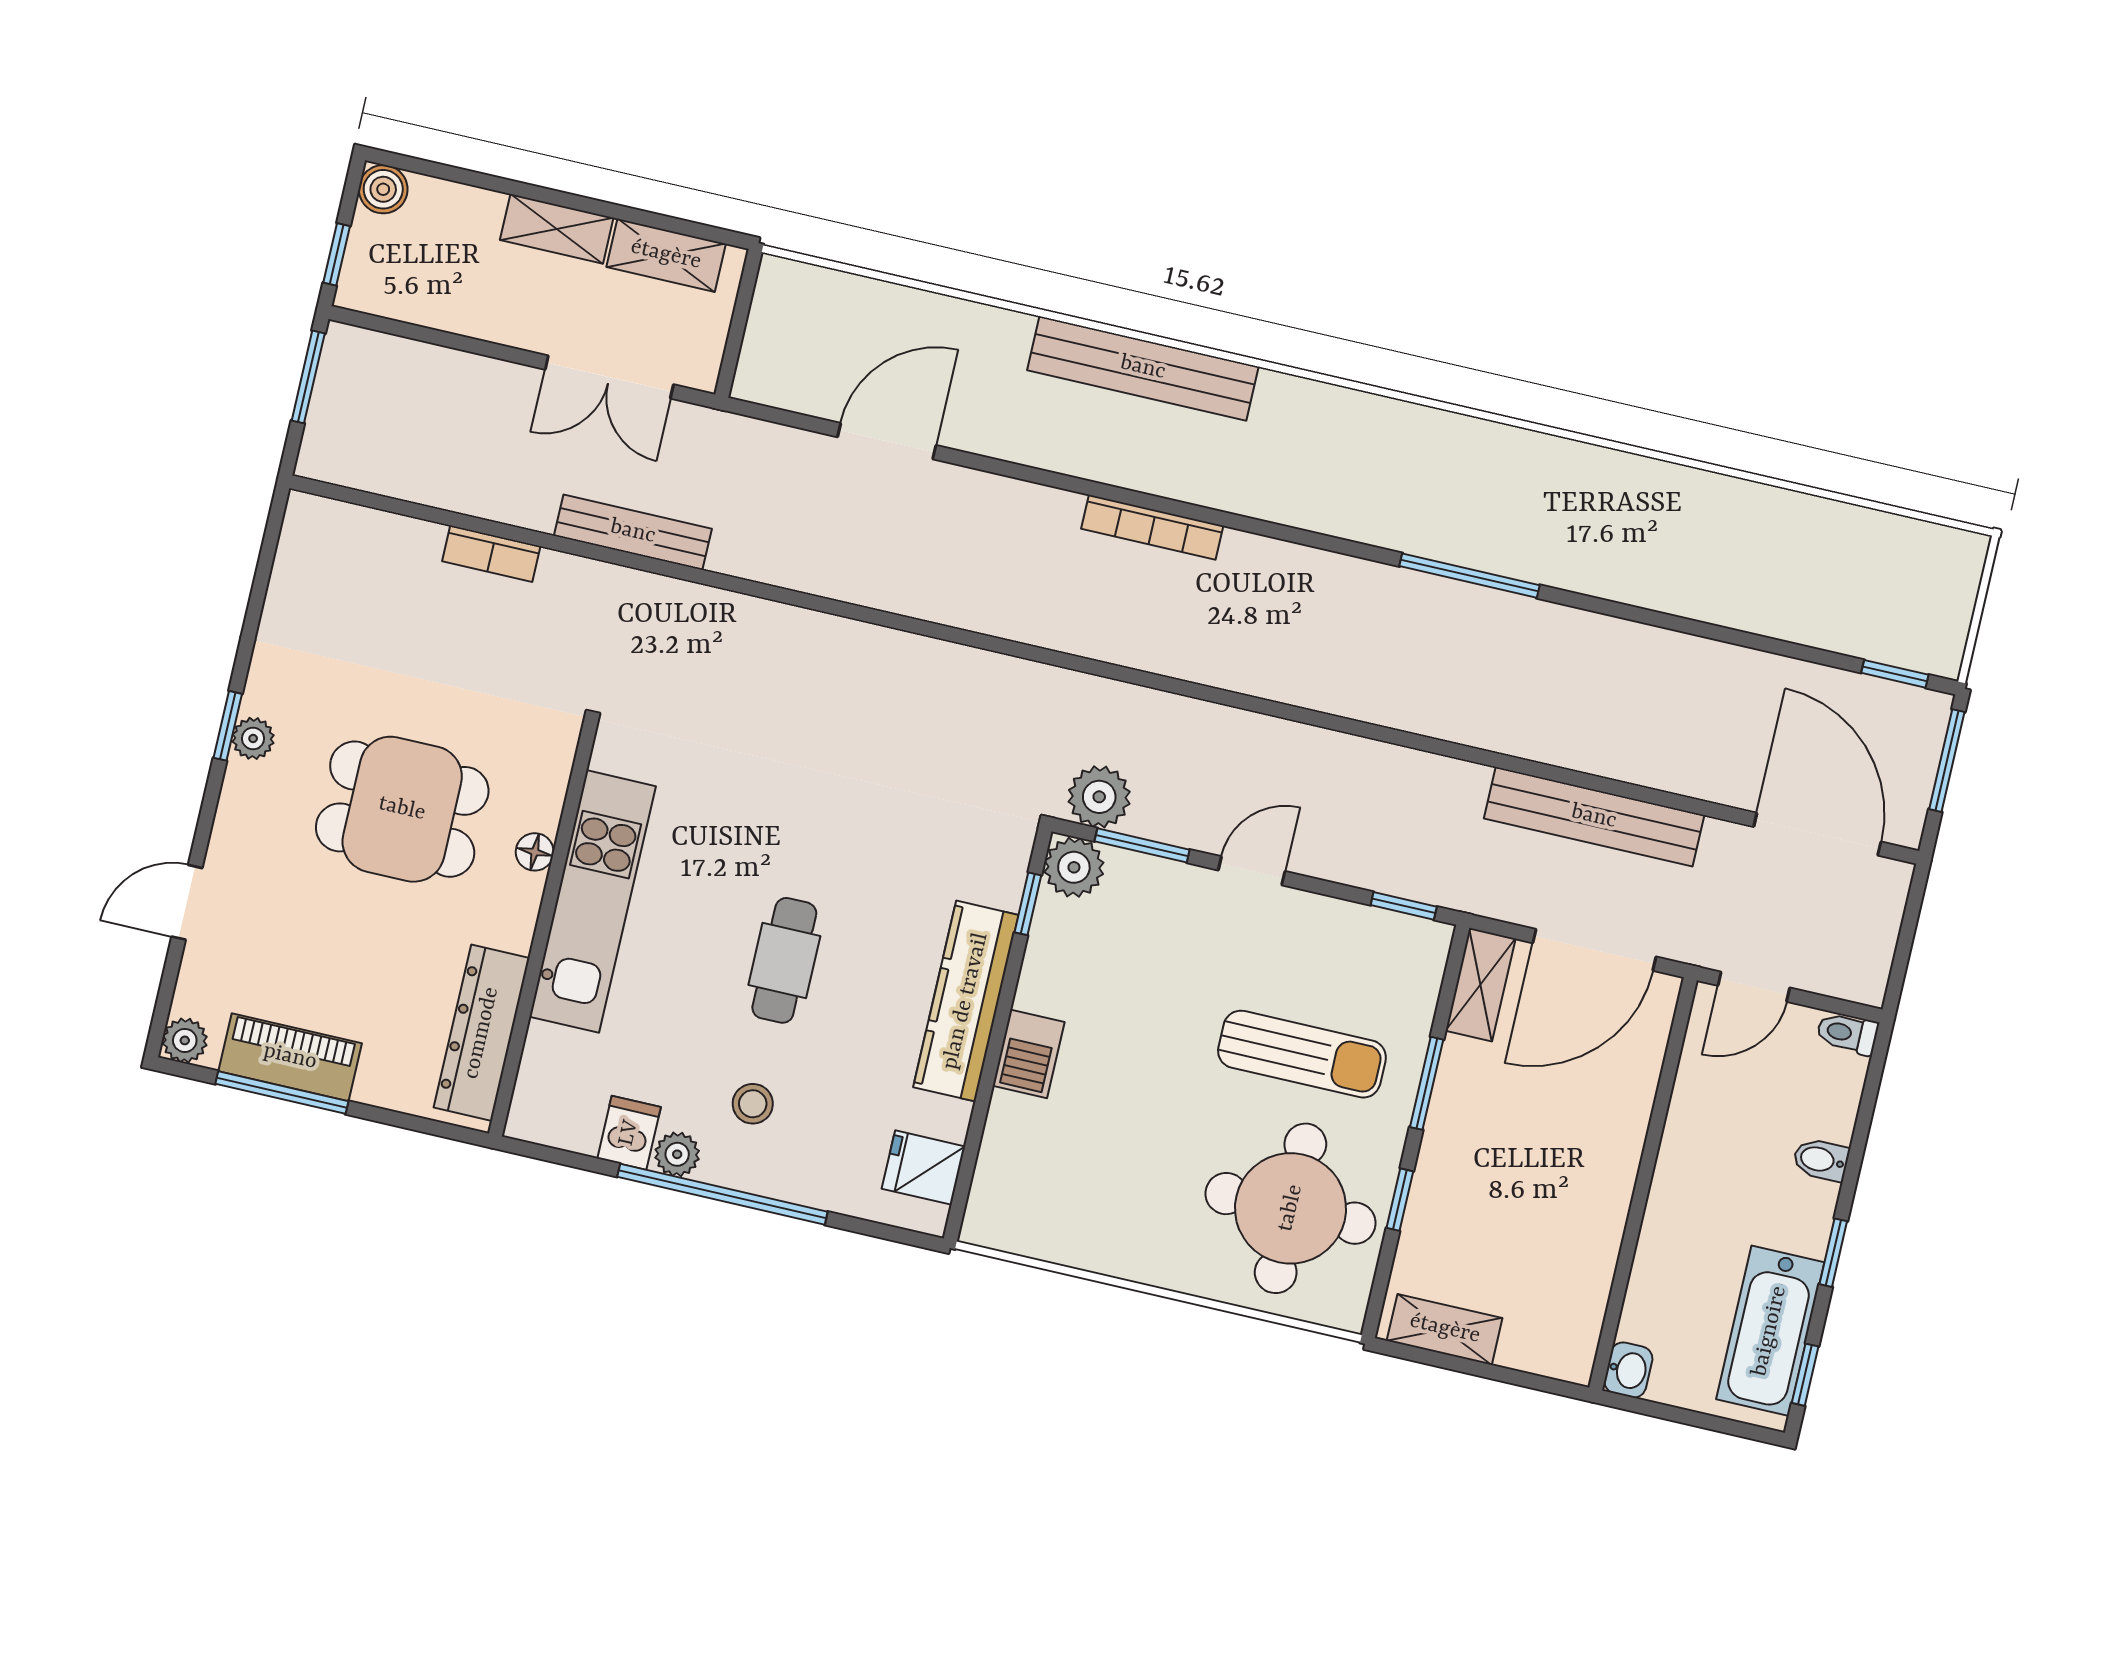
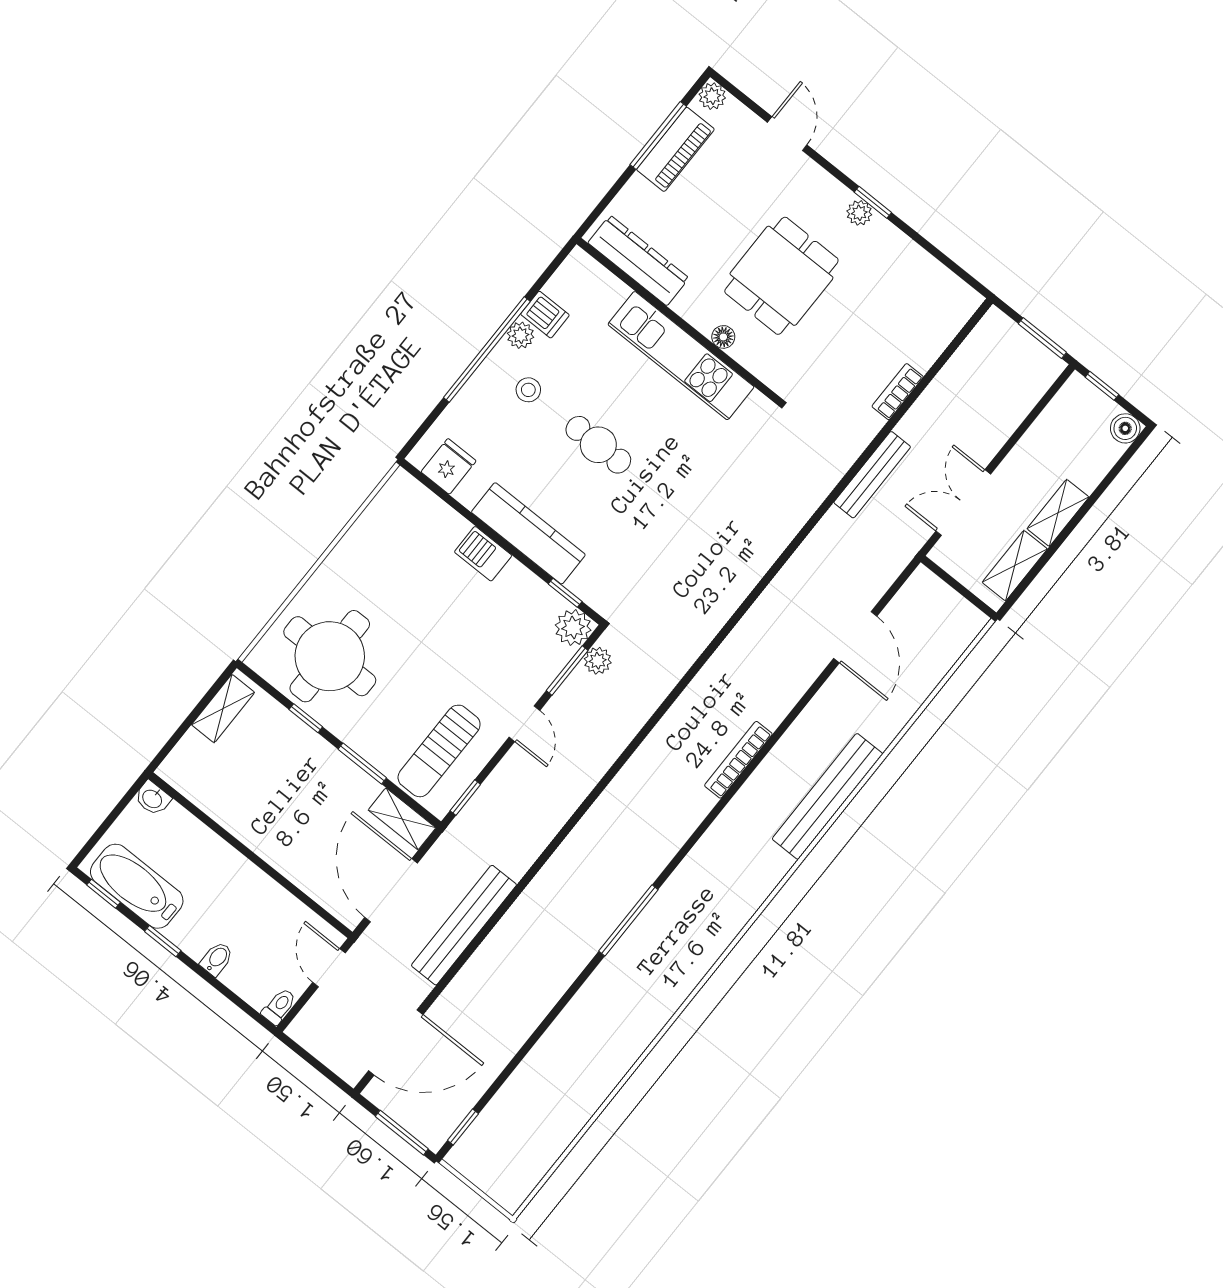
plant: (1099, 797) -> (598, 661), width x0.73, depth x0.73
sun lounger: (1302, 1054) -> (439, 751), moved

